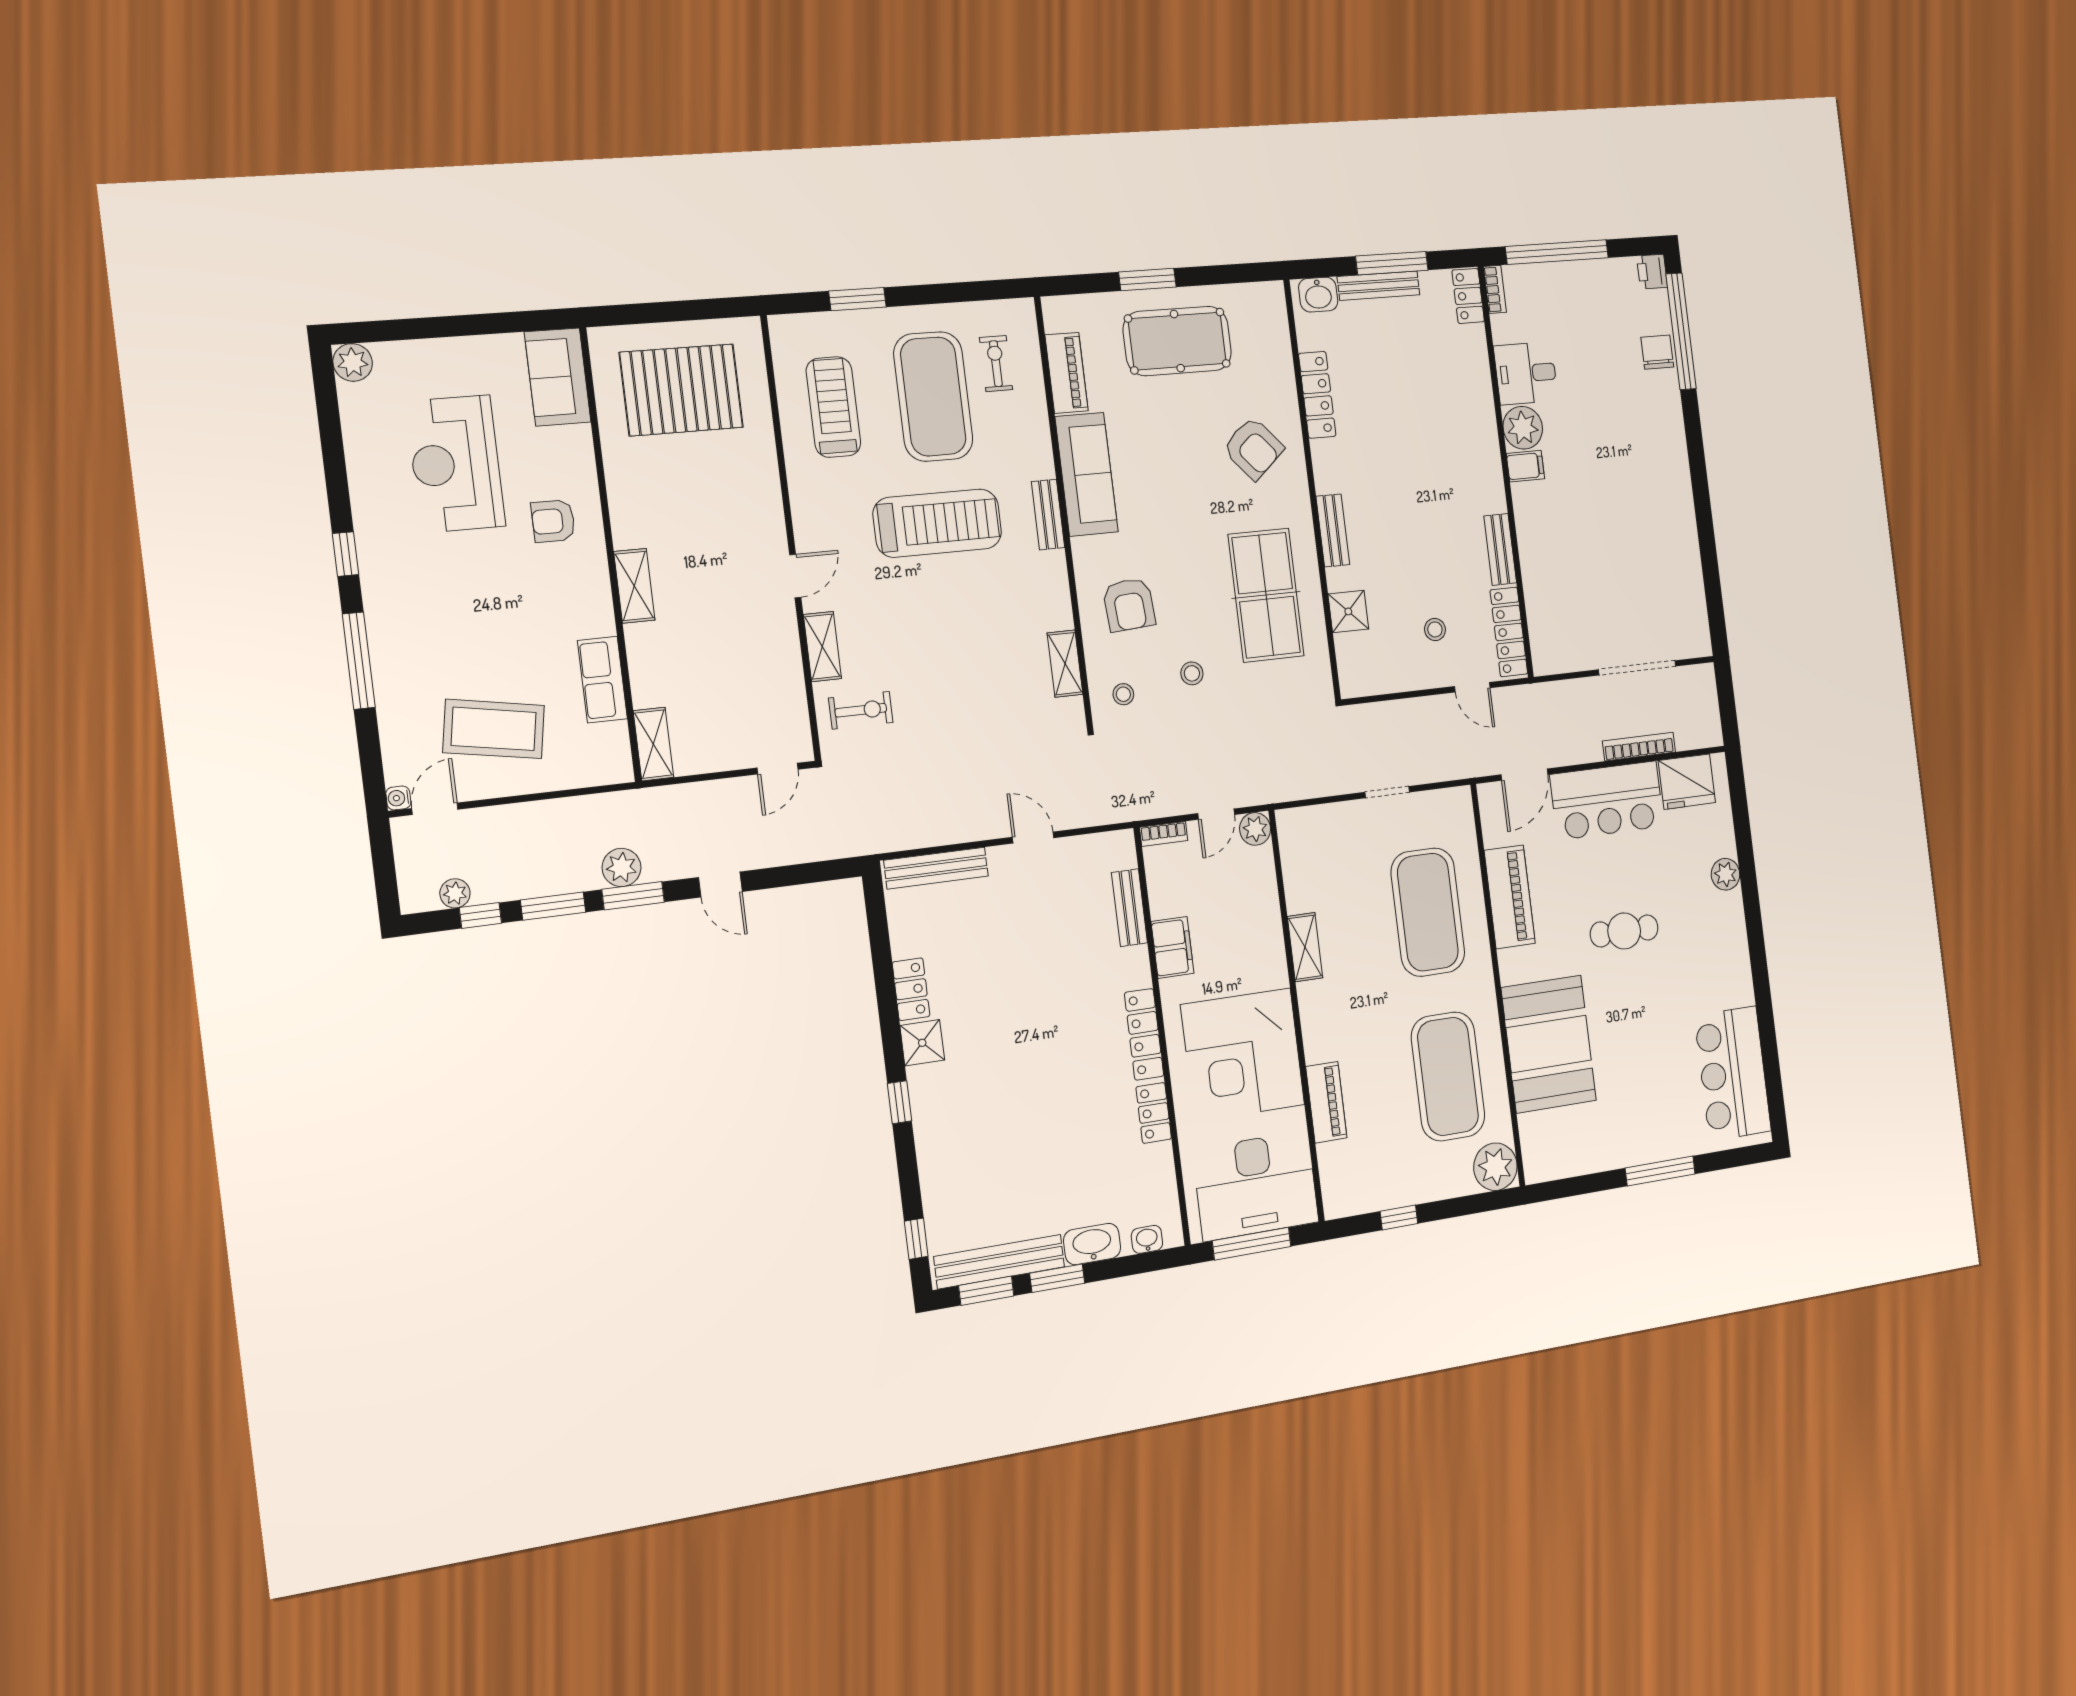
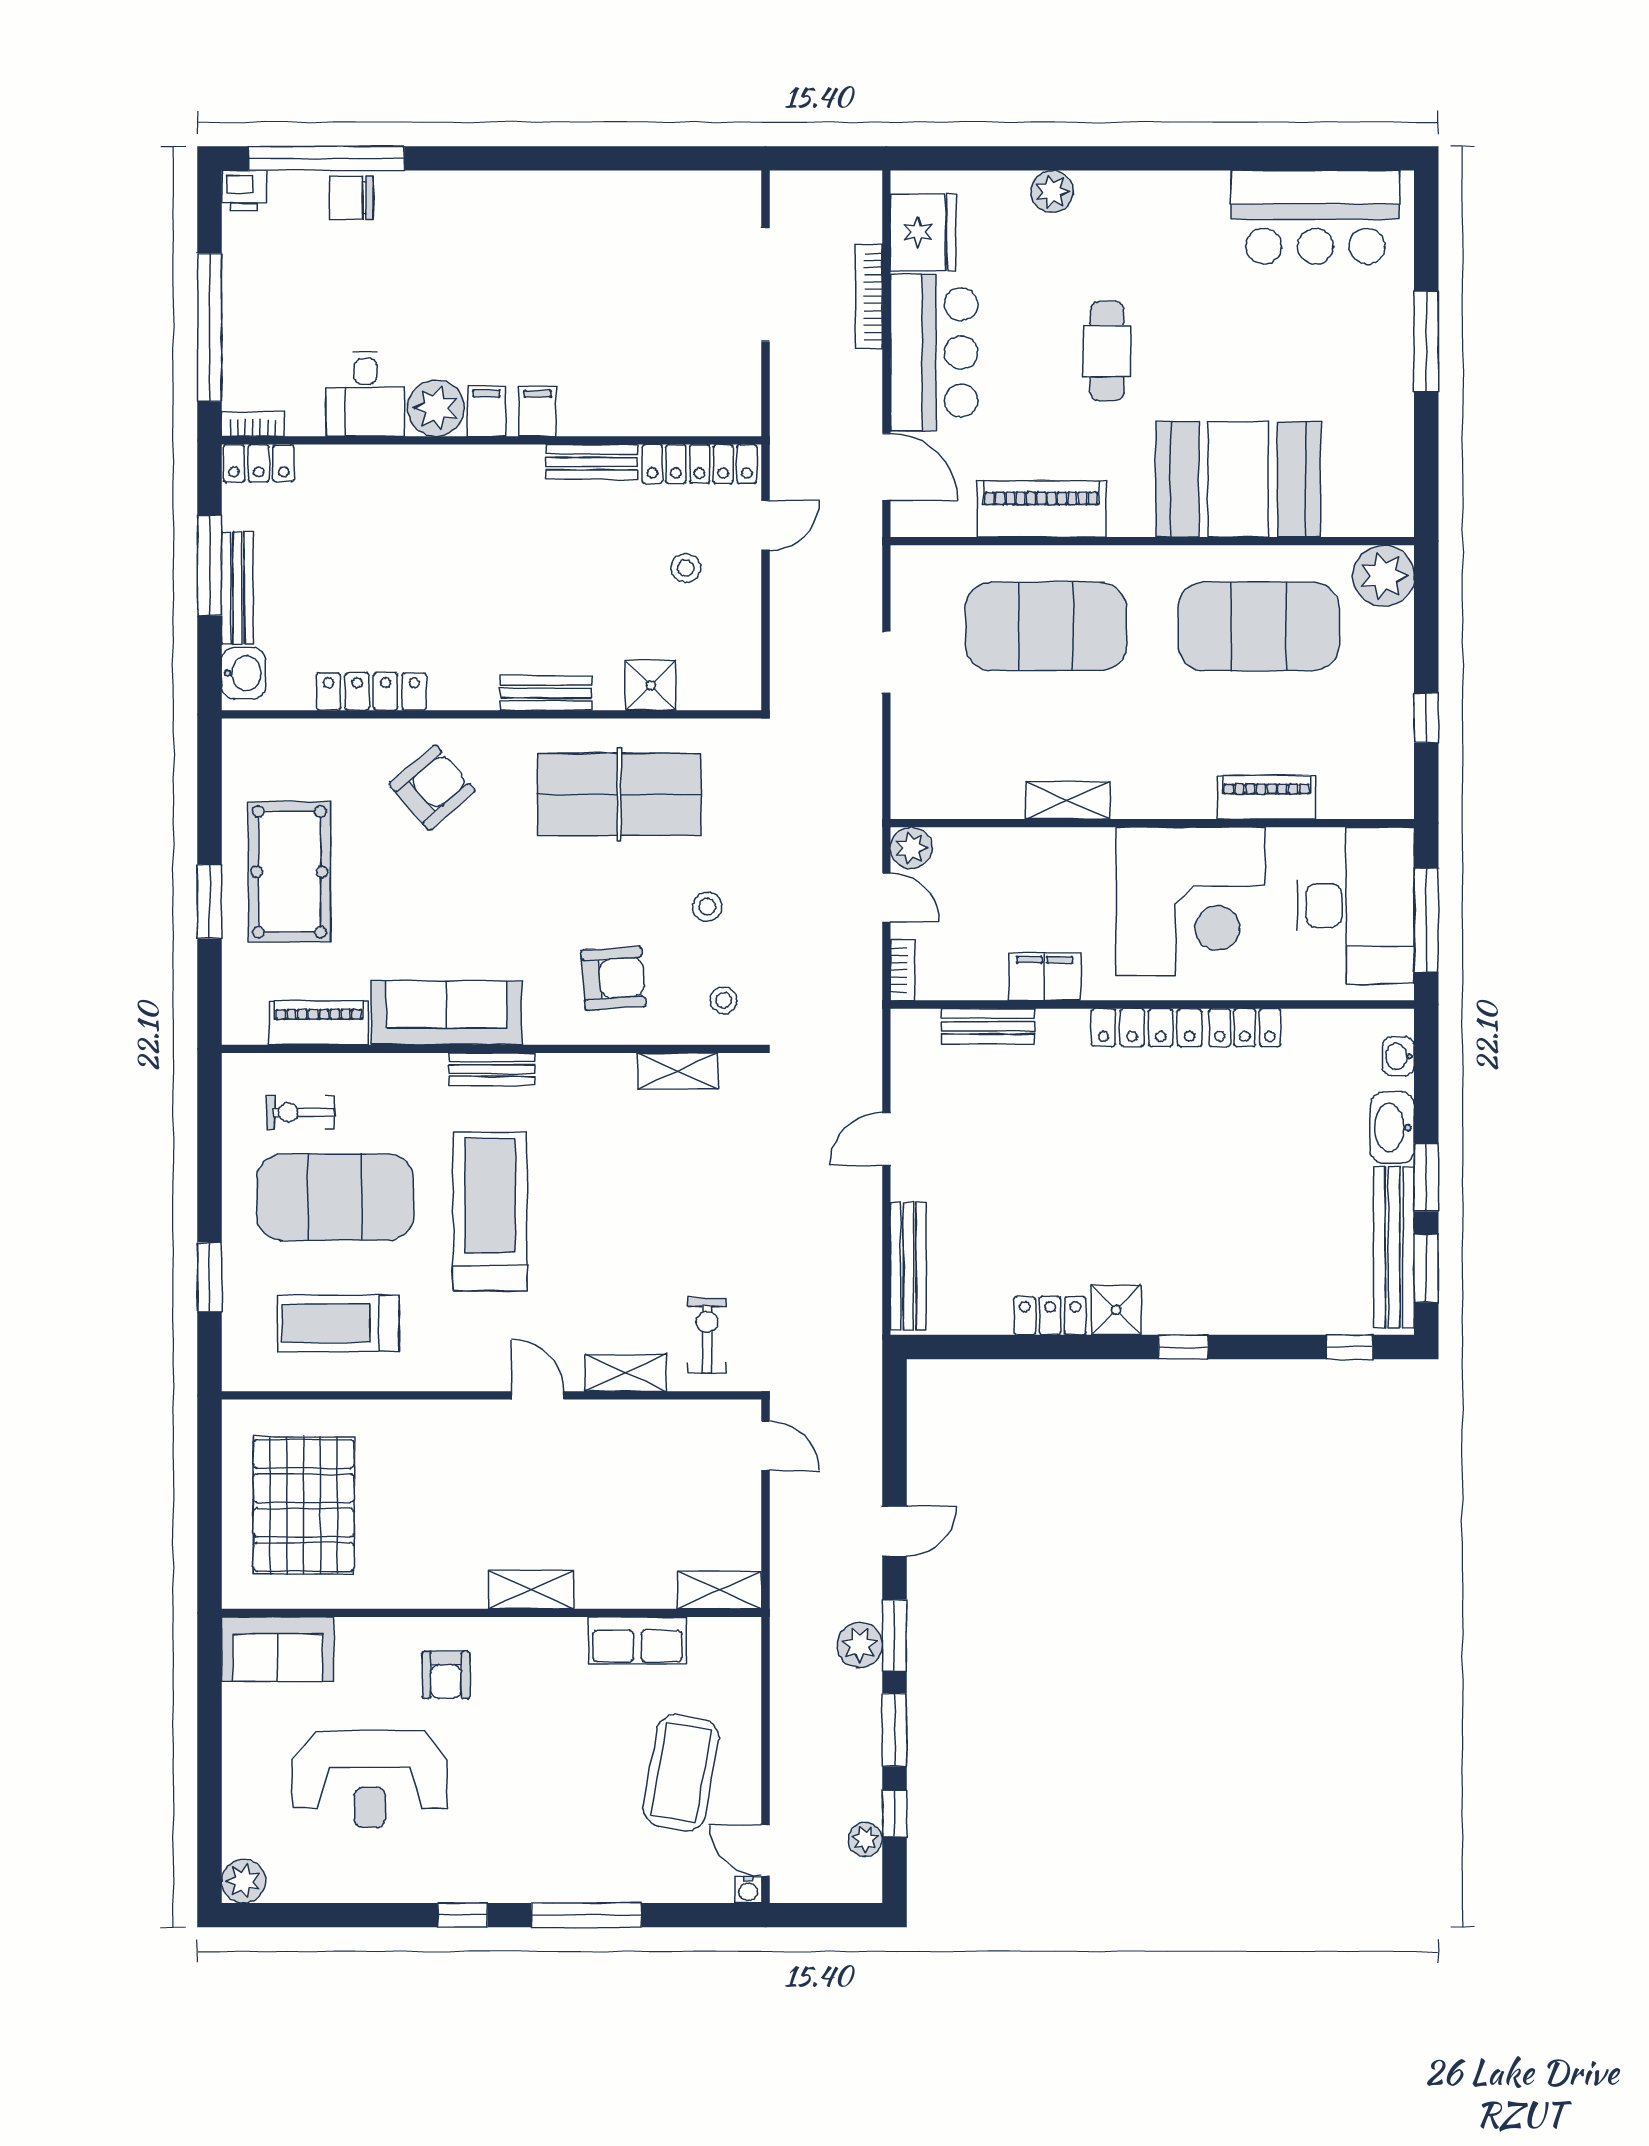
filing cabinet: (1530, 505) -> (538, 411), added

